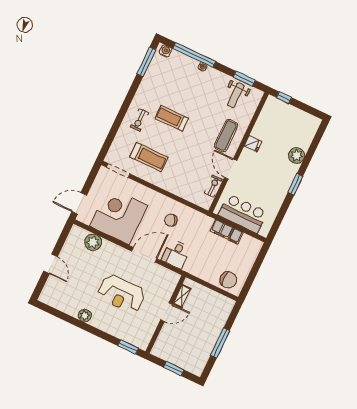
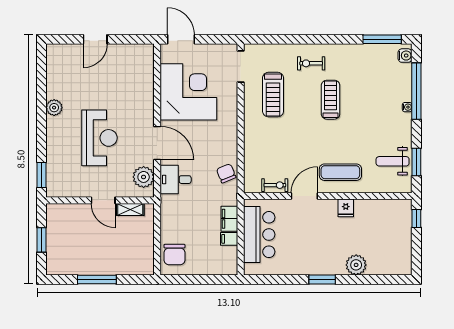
chair: (171, 220) -> (226, 173), moved
plant: (93, 242) -> (144, 177), moved
reception desk: (121, 294) -> (99, 138), turned 180

